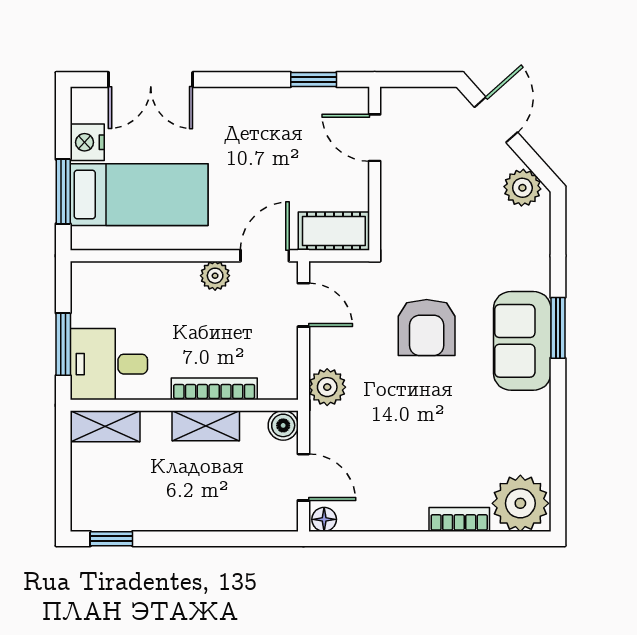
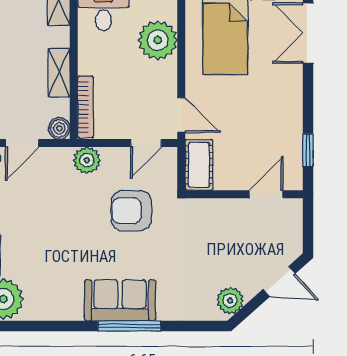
plant: (215, 276) -> (158, 40), moved, width x1.87, depth x1.87
armchair: (427, 327) -> (131, 211), moved
window: (558, 328) -> (129, 326), width x1.44
bookcase: (214, 389) -> (86, 107), moved

